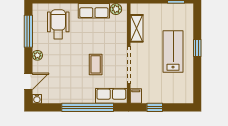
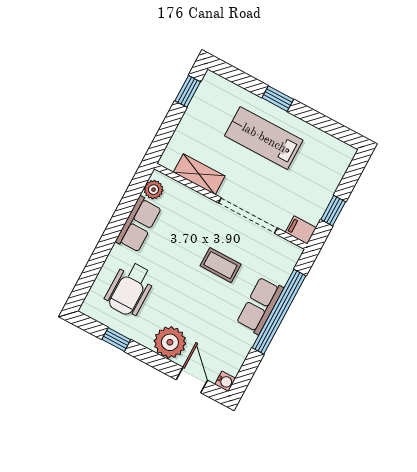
wheelchair: (58, 24) -> (130, 289), turned -90
window: (28, 31) -> (116, 339), width x0.46
plant: (37, 55) -> (170, 342), width x1.88, depth x1.88
row of seats: (111, 96) -> (260, 306), moved

